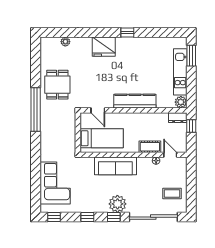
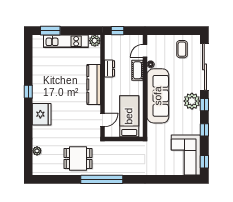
dresser: (178, 118) -> (110, 68), moved
sofa: (115, 166) -> (158, 96), width x1.36, depth x1.27
corner sofa: (55, 183) -> (186, 155), moved, turned -90

